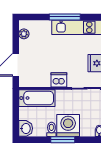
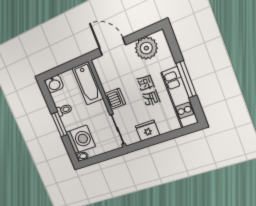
plant: (24, 34) -> (146, 48), width x1.87, depth x1.87
washing machine: (68, 126) -> (81, 139), moved

